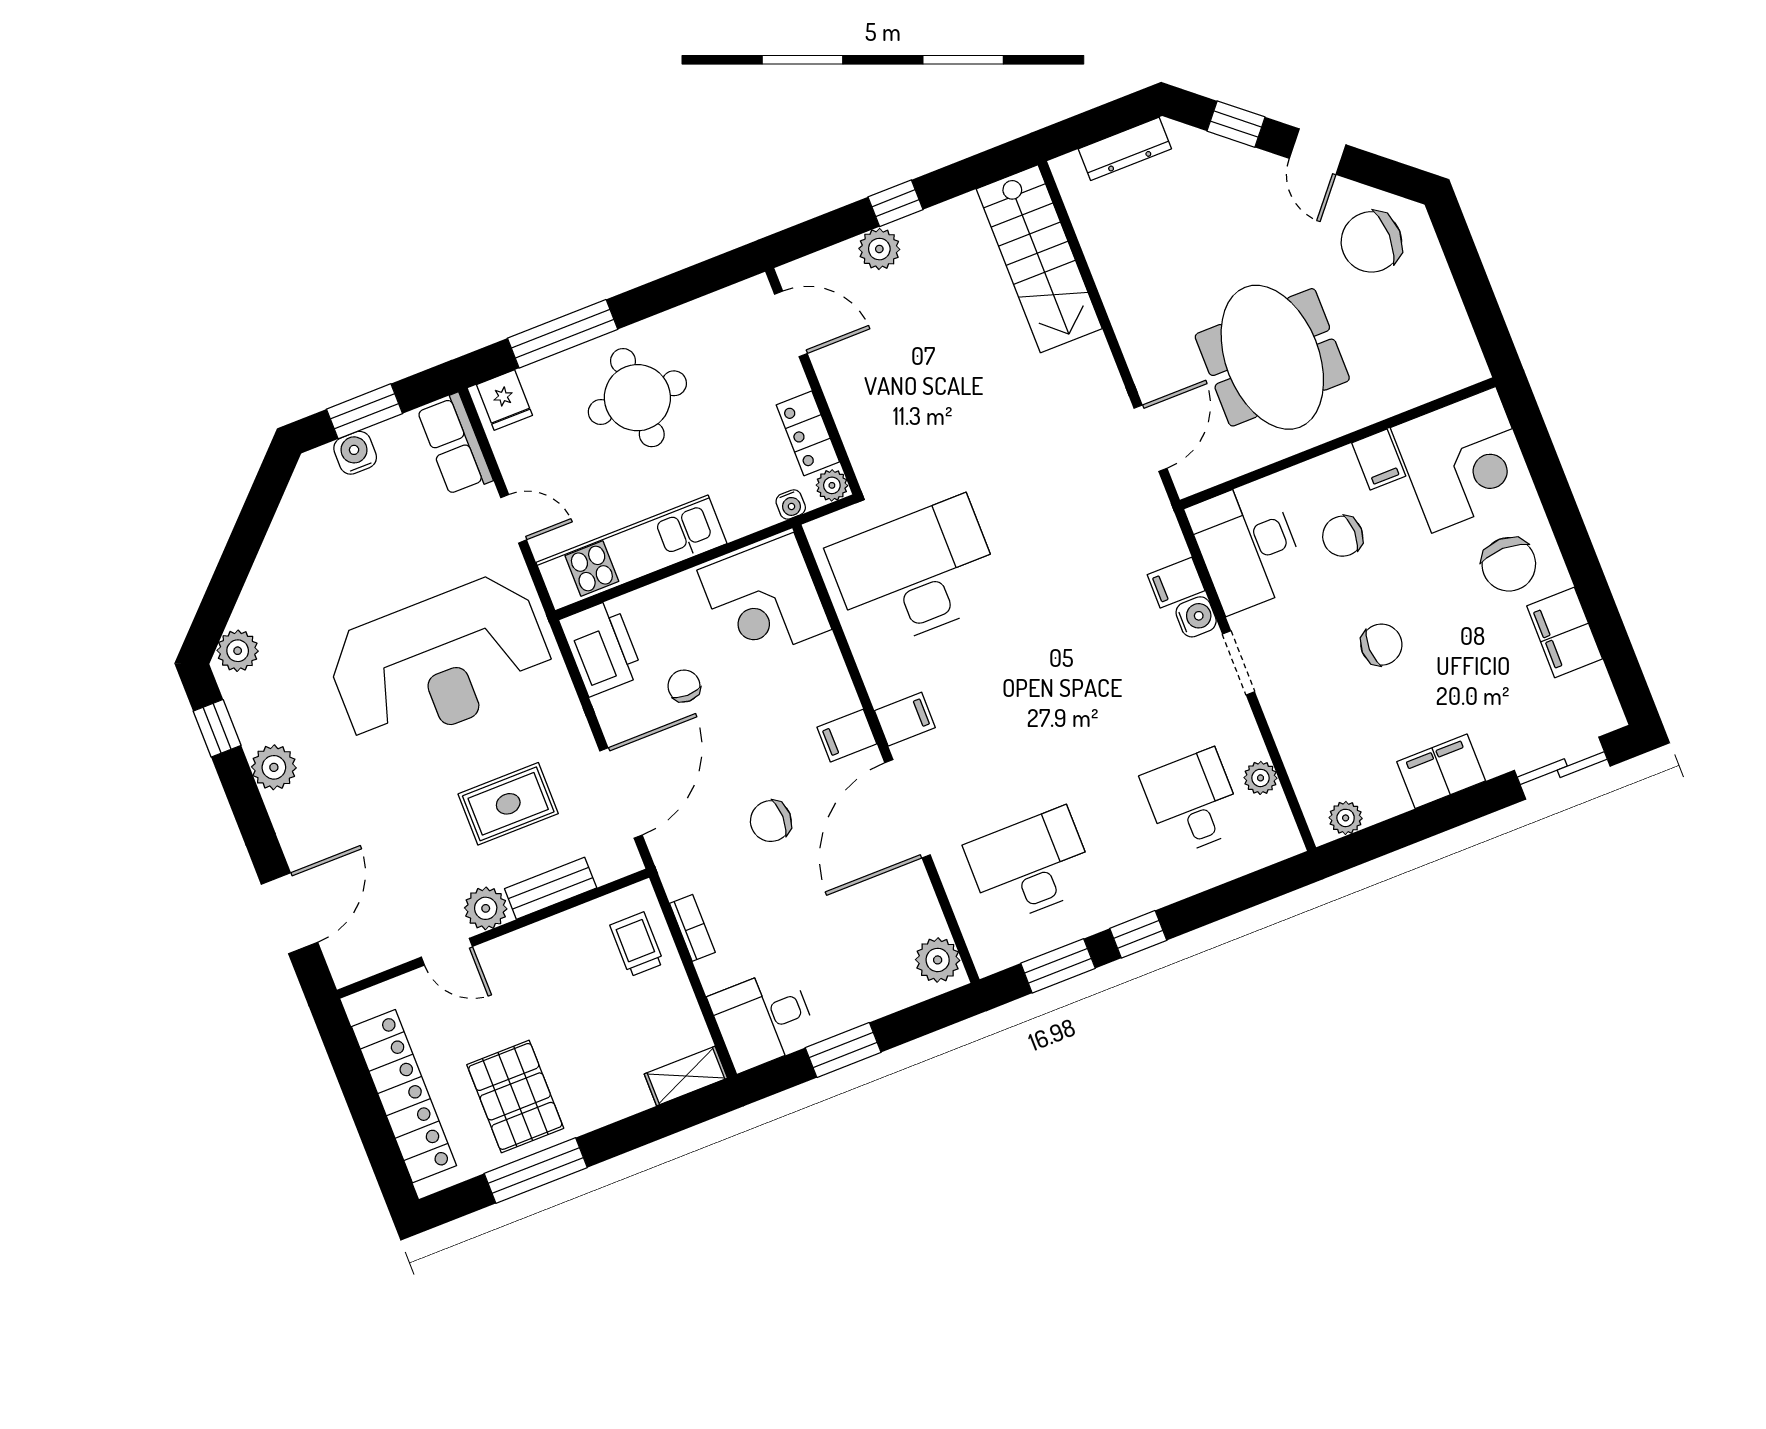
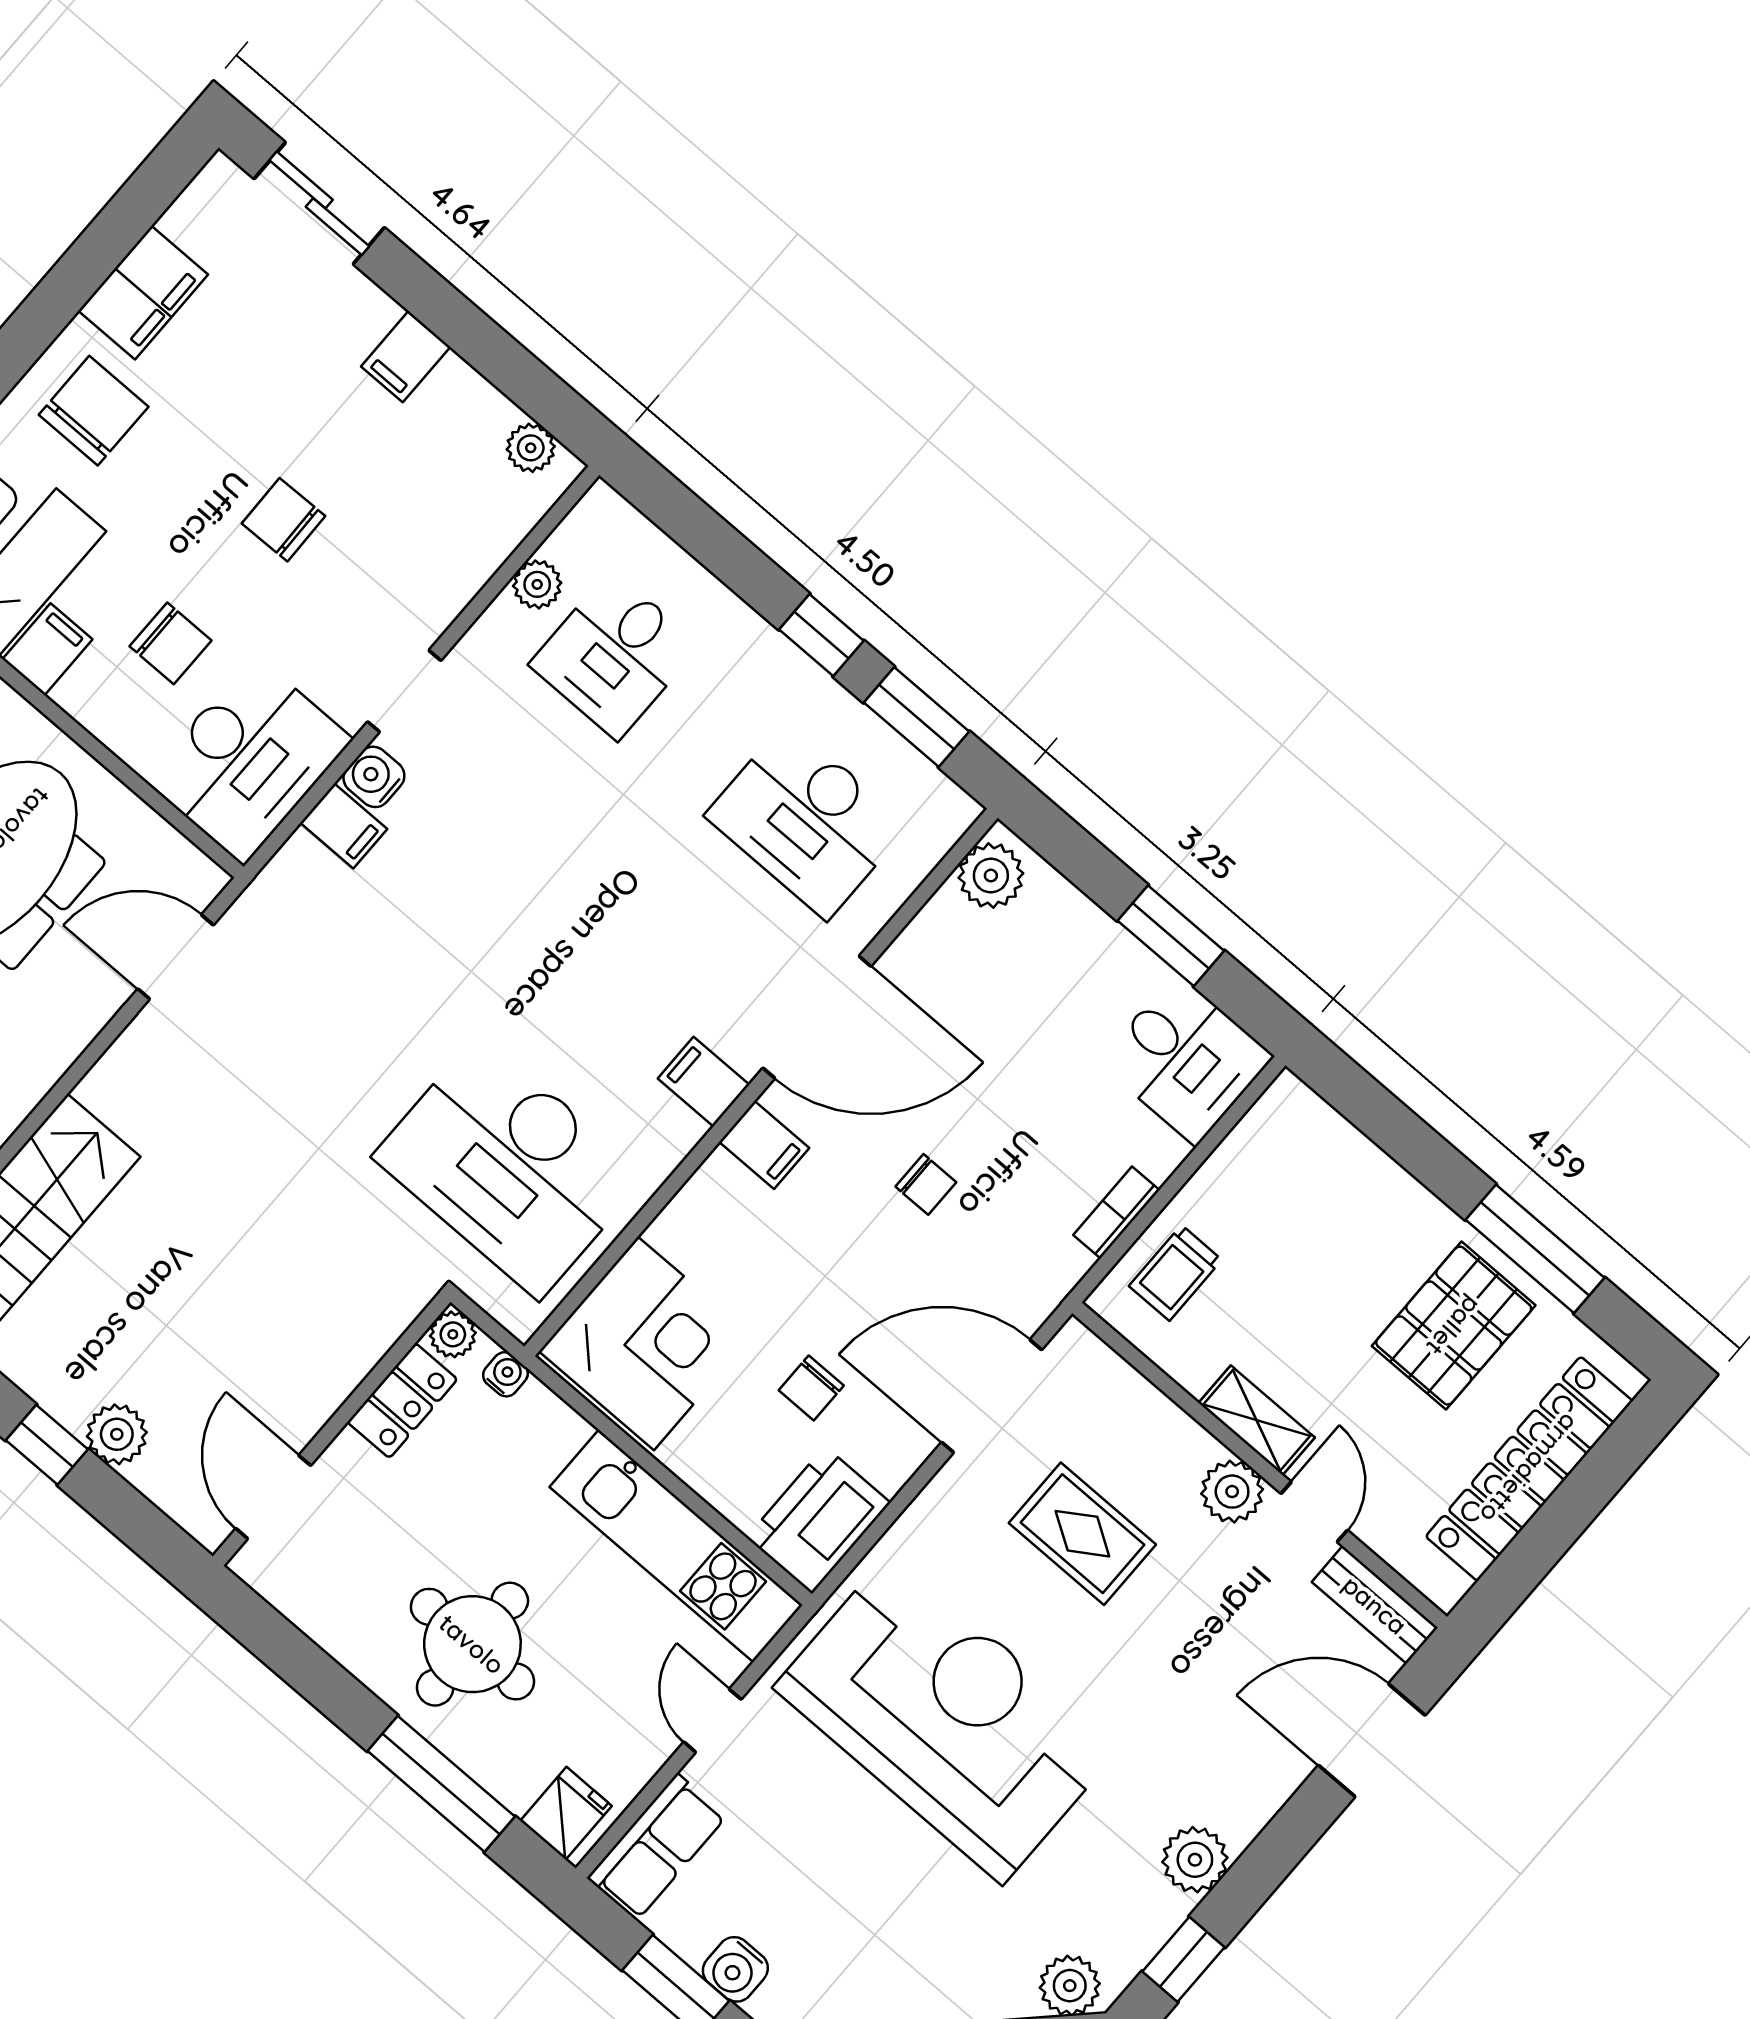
filing cabinet: (1441, 771) -> (406, 357), width x0.50
chair: (771, 821) -> (926, 1184), width x0.73, depth x0.73
bench: (551, 888) -> (1375, 1605), moved
shelving: (686, 1076) -> (1257, 1420), moved

